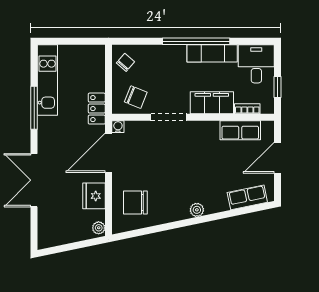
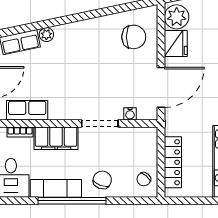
chair: (136, 97) -> (102, 180), moved, turned 88
locker: (97, 109) -> (173, 162), moved, width x1.53
water cooler: (118, 127) -> (130, 114), moved
plant: (197, 210) -> (46, 35), moved
plant: (99, 228) -> (177, 17), width x1.88, depth x1.88

